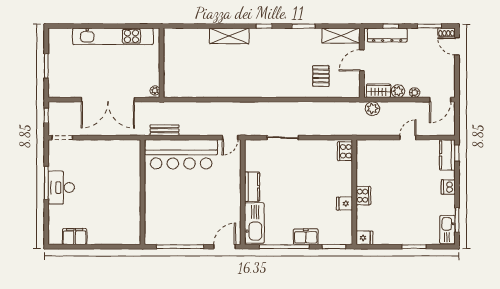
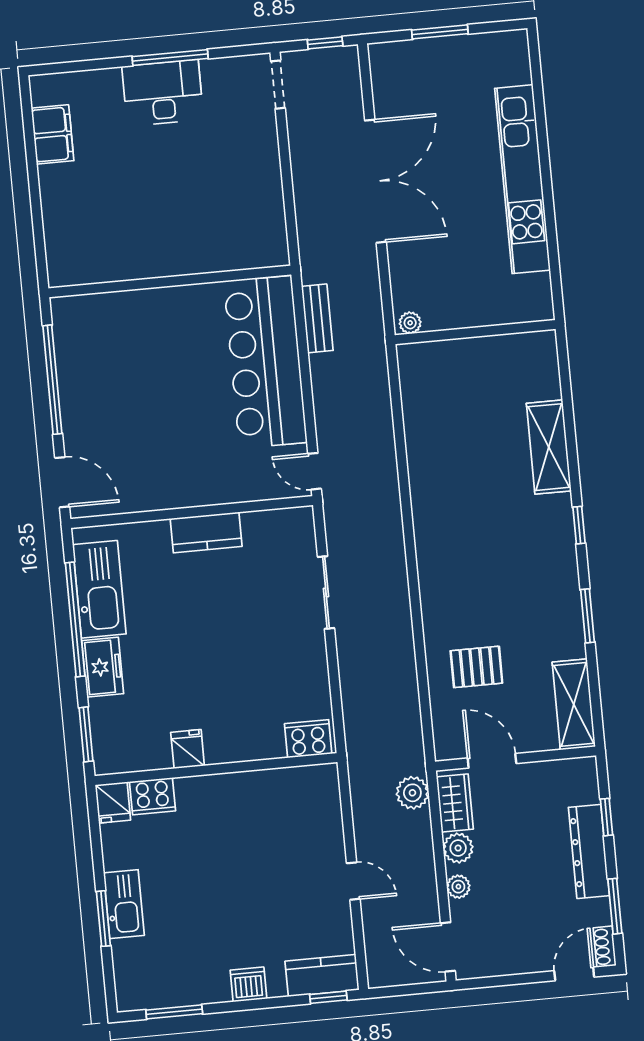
dresser: (387, 35) -> (589, 851), moved
door: (362, 60) -> (492, 761), moved
wall: (162, 63) -> (475, 332), moved
plant: (155, 90) -> (410, 323), moved
double door: (108, 100) -> (375, 181), swing flipped
cooker: (363, 196) -> (152, 796), moved
kitchen sink: (254, 223) -> (99, 589), moved, turned -90
kitchen sink: (447, 230) -> (124, 904), moved, turned 90

